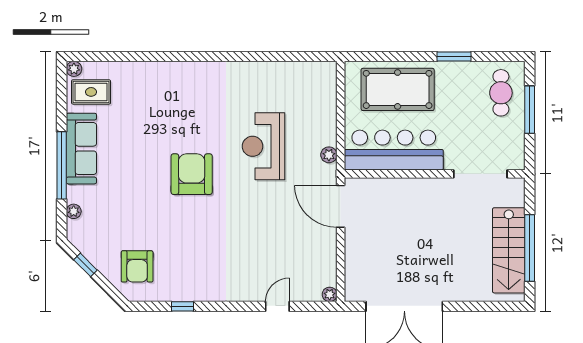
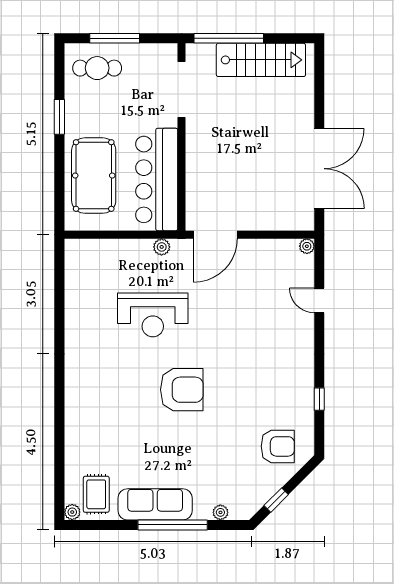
armchair: (192, 174) -> (182, 390), turned 180
window: (530, 248) -> (229, 38), moved

